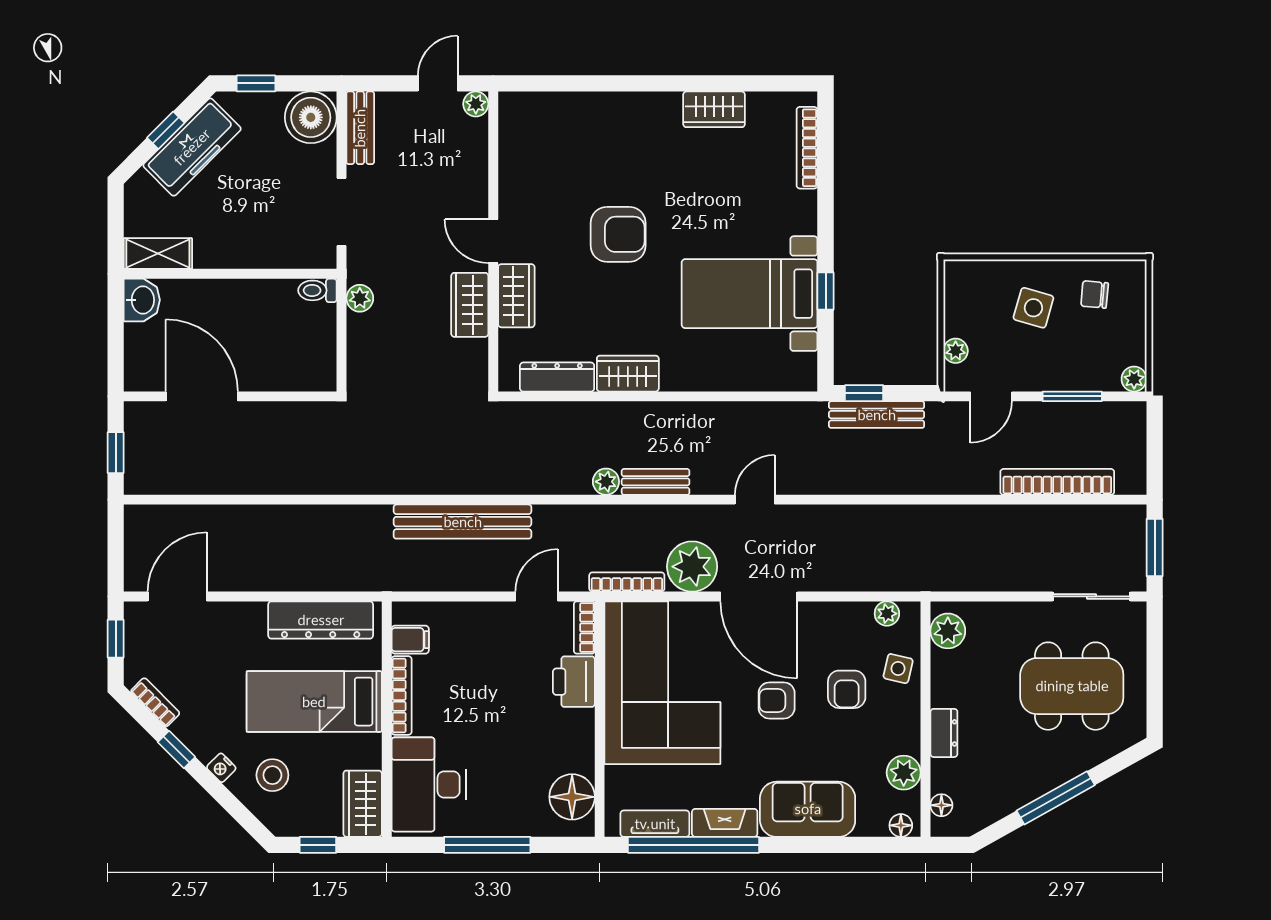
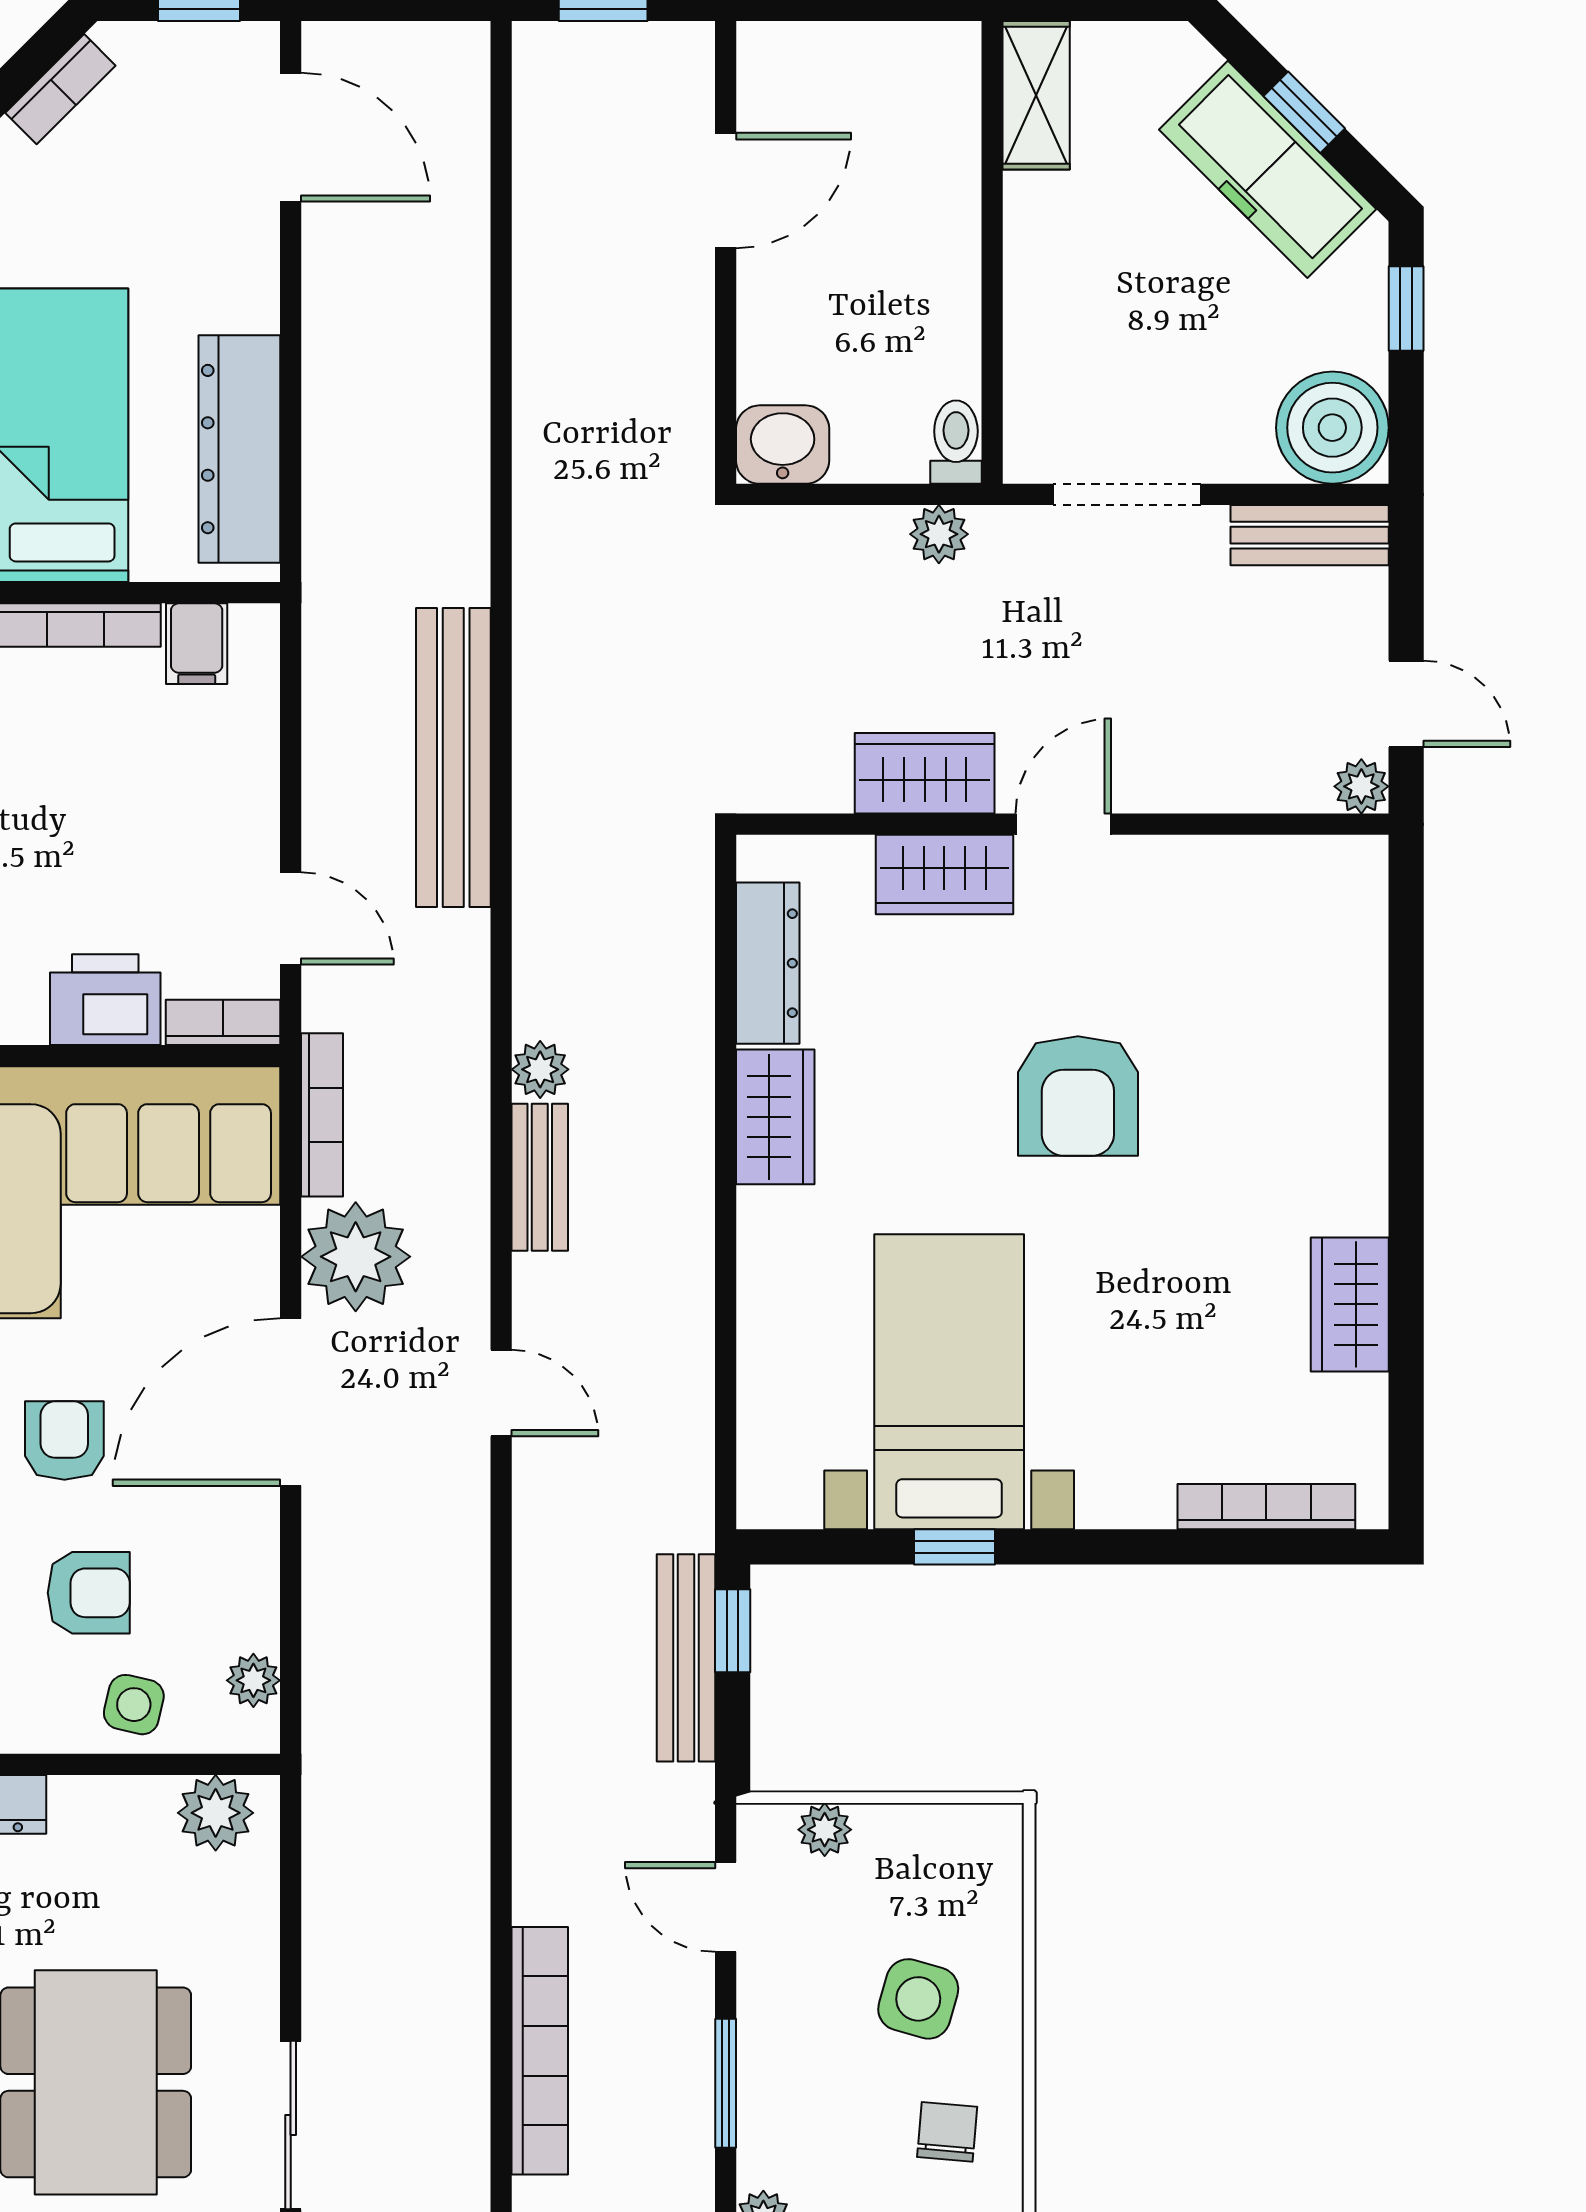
washbasin: (142, 300) -> (783, 445), moved, turned 180
door: (202, 396) -> (726, 191), width x0.73
armchair: (847, 689) -> (89, 1593), turned 180

